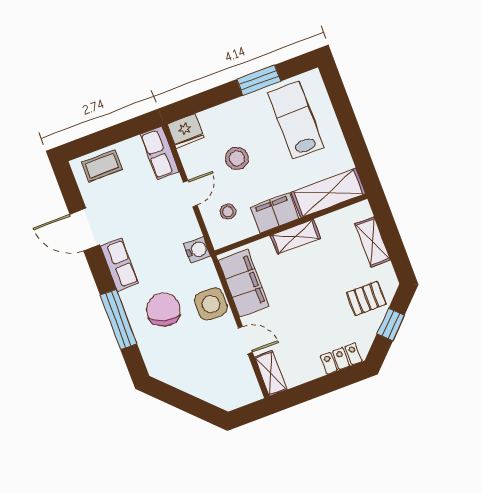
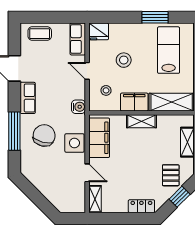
door: (190, 194) -> (87, 71), swing flipped
pallet: (366, 298) -> (171, 175), turned 90

